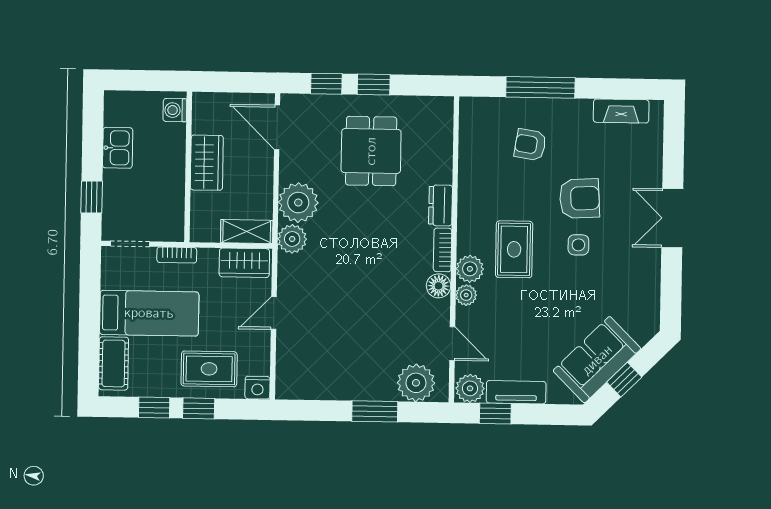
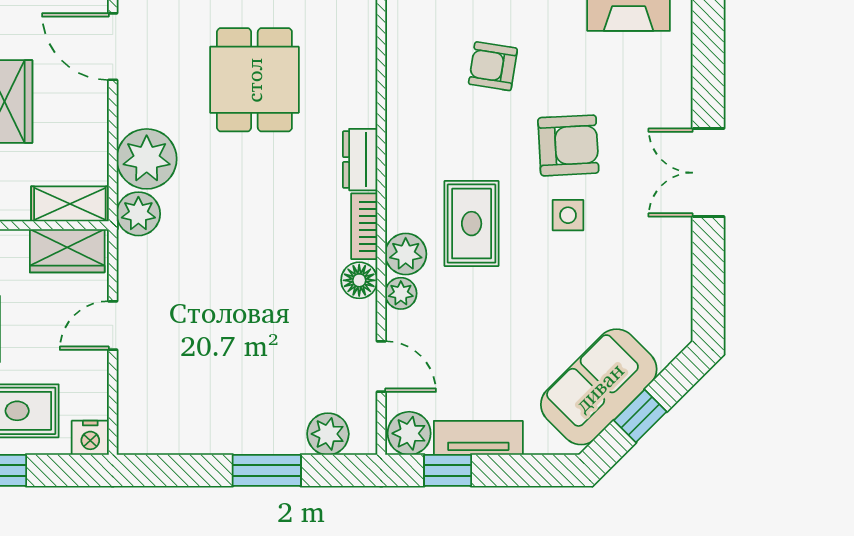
plant: (416, 383) -> (328, 434), width x0.73, depth x0.73

